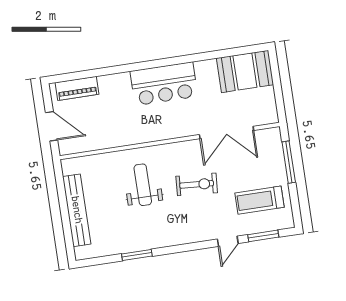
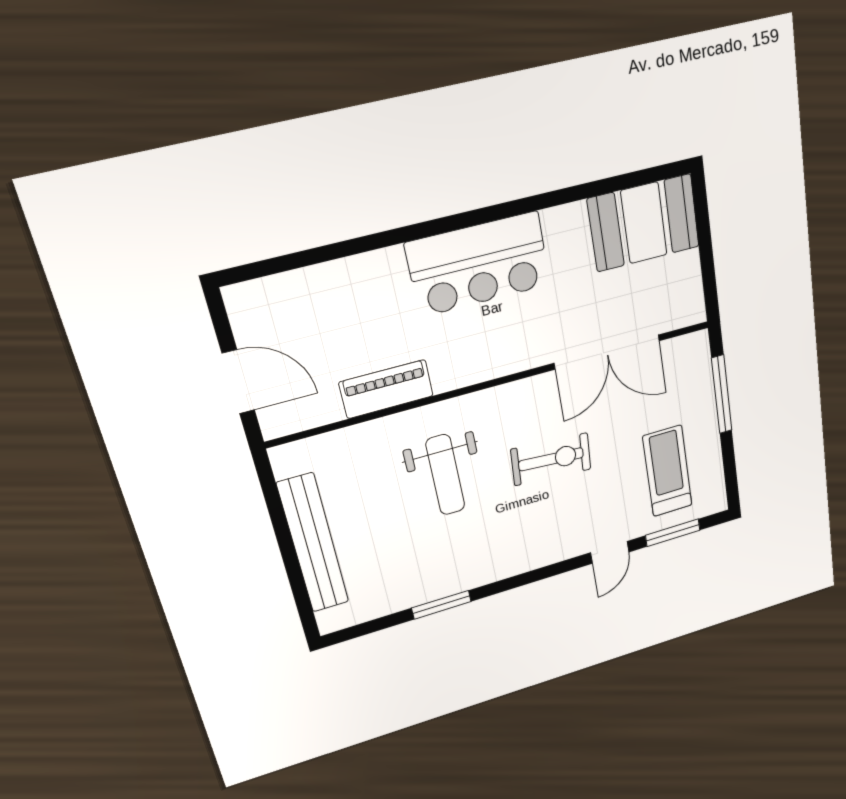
piano: (77, 88) -> (386, 389), moved, turned 180
weight bench: (143, 185) -> (445, 475), turned 180
treadmill: (260, 200) -> (667, 471), turned 90

